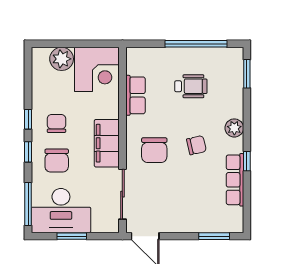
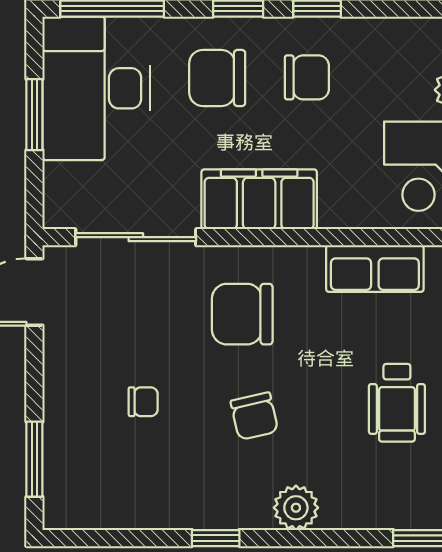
row of seats: (235, 180) -> (170, 509), removed
chair: (190, 191) -> (143, 402), added

